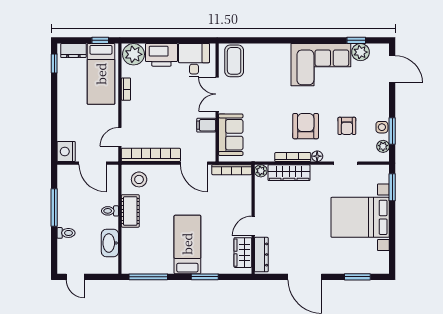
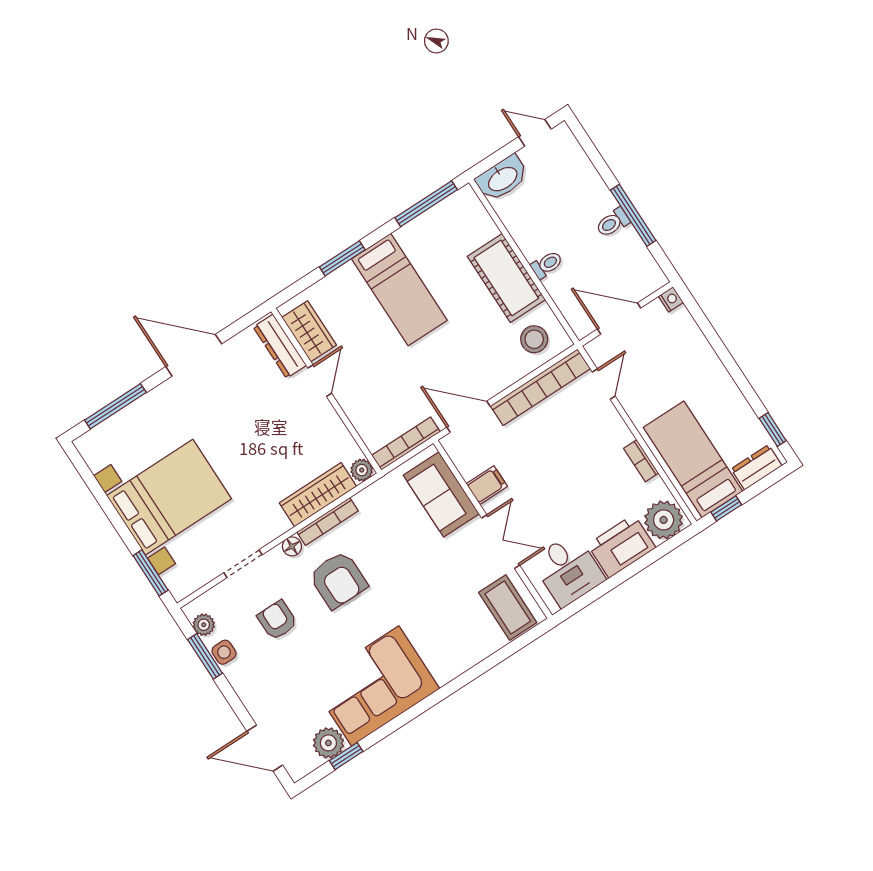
nightstand: (66, 152) -> (671, 299), width x0.53, depth x0.56
cot: (130, 211) -> (506, 278), width x1.37, depth x1.34
toilet: (66, 233) -> (613, 223), moved
washbasin: (110, 243) -> (502, 178), moved, turned 90
window: (357, 277) -> (115, 406), width x1.44

